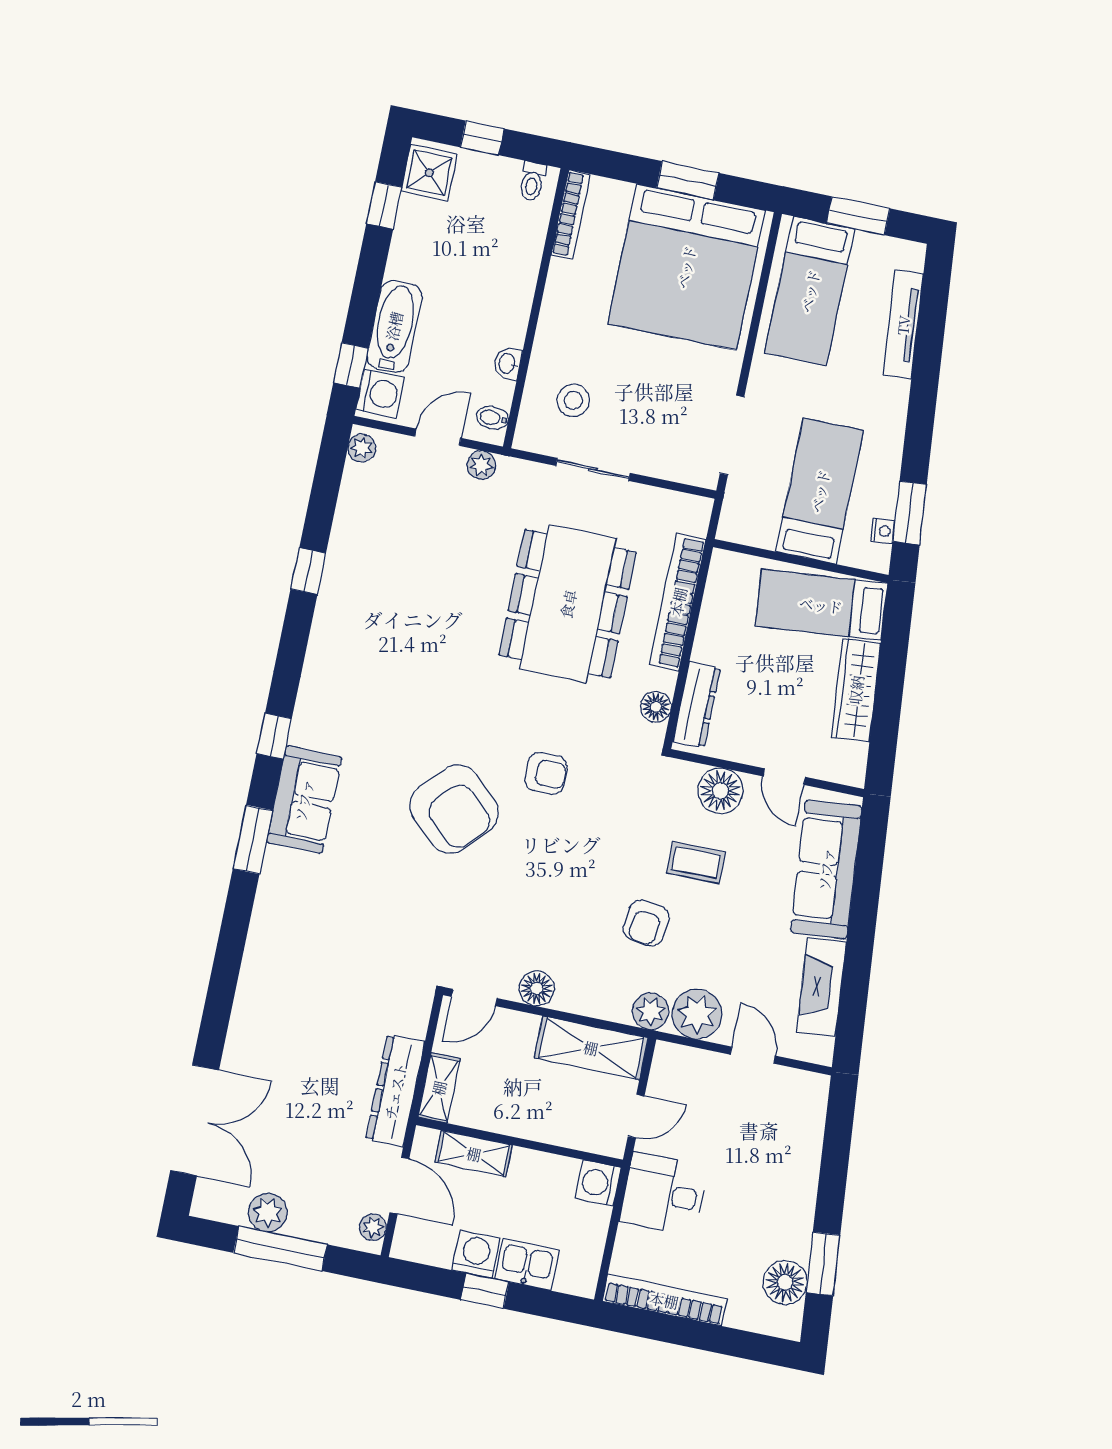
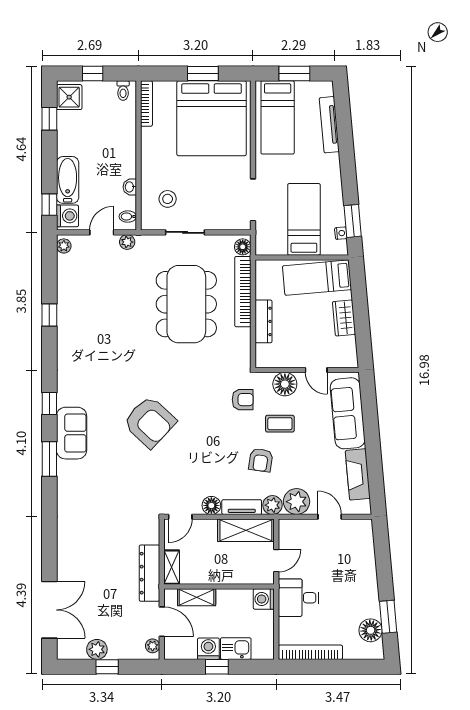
wardrobe: (856, 690) -> (344, 318), width x0.67
dresser: (697, 705) -> (263, 321), moved
floor lamp: (656, 707) -> (243, 247), moved
armchair: (546, 773) -> (243, 400), moved
tv unit: (593, 1003) -> (242, 507), added
window: (280, 1249) -> (107, 667), width x0.46

